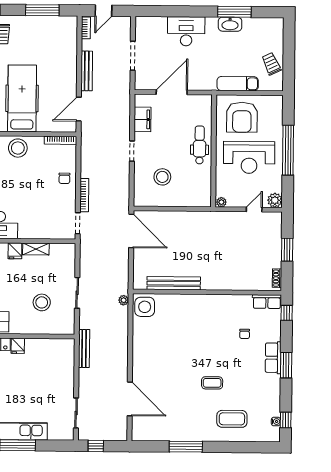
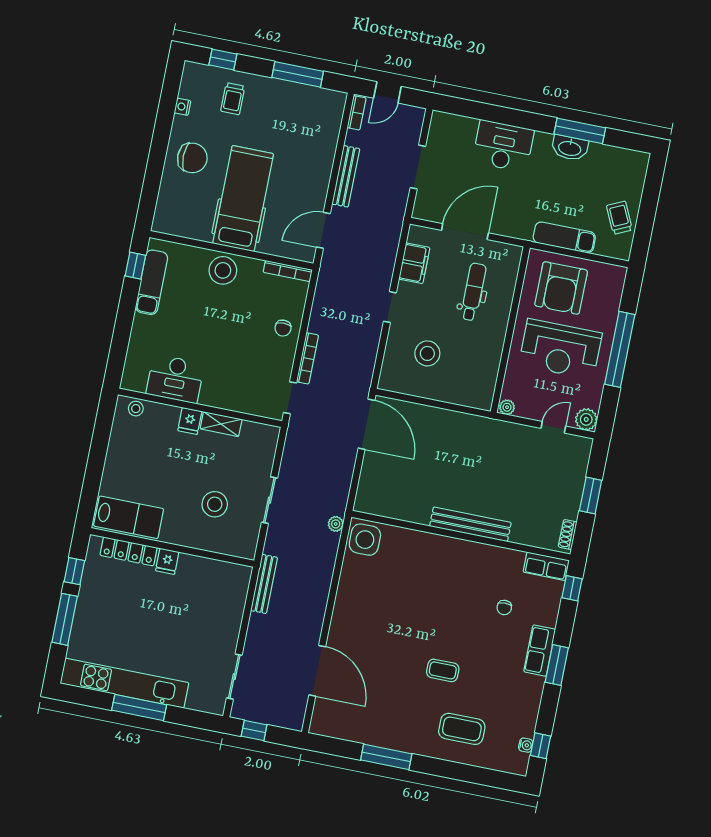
dental chair: (200, 145) -> (473, 292), moved
bench: (174, 283) -> (470, 524), moved

